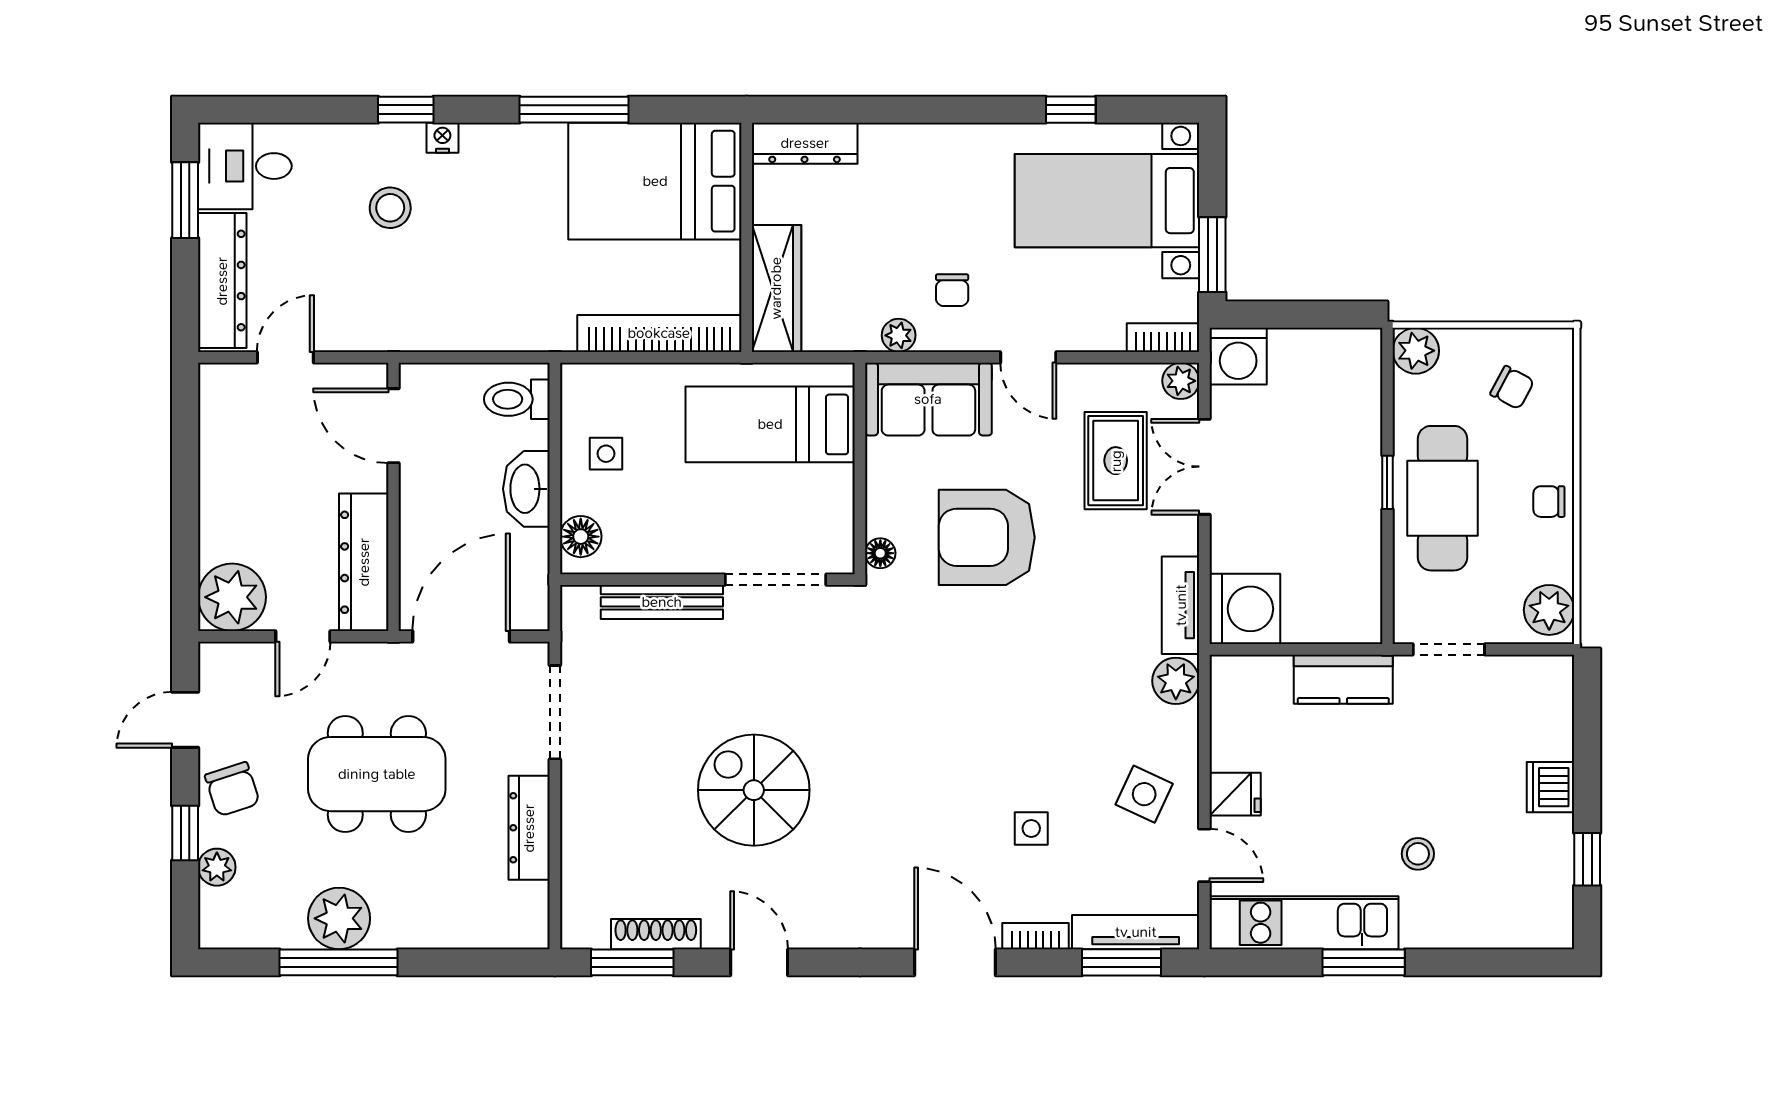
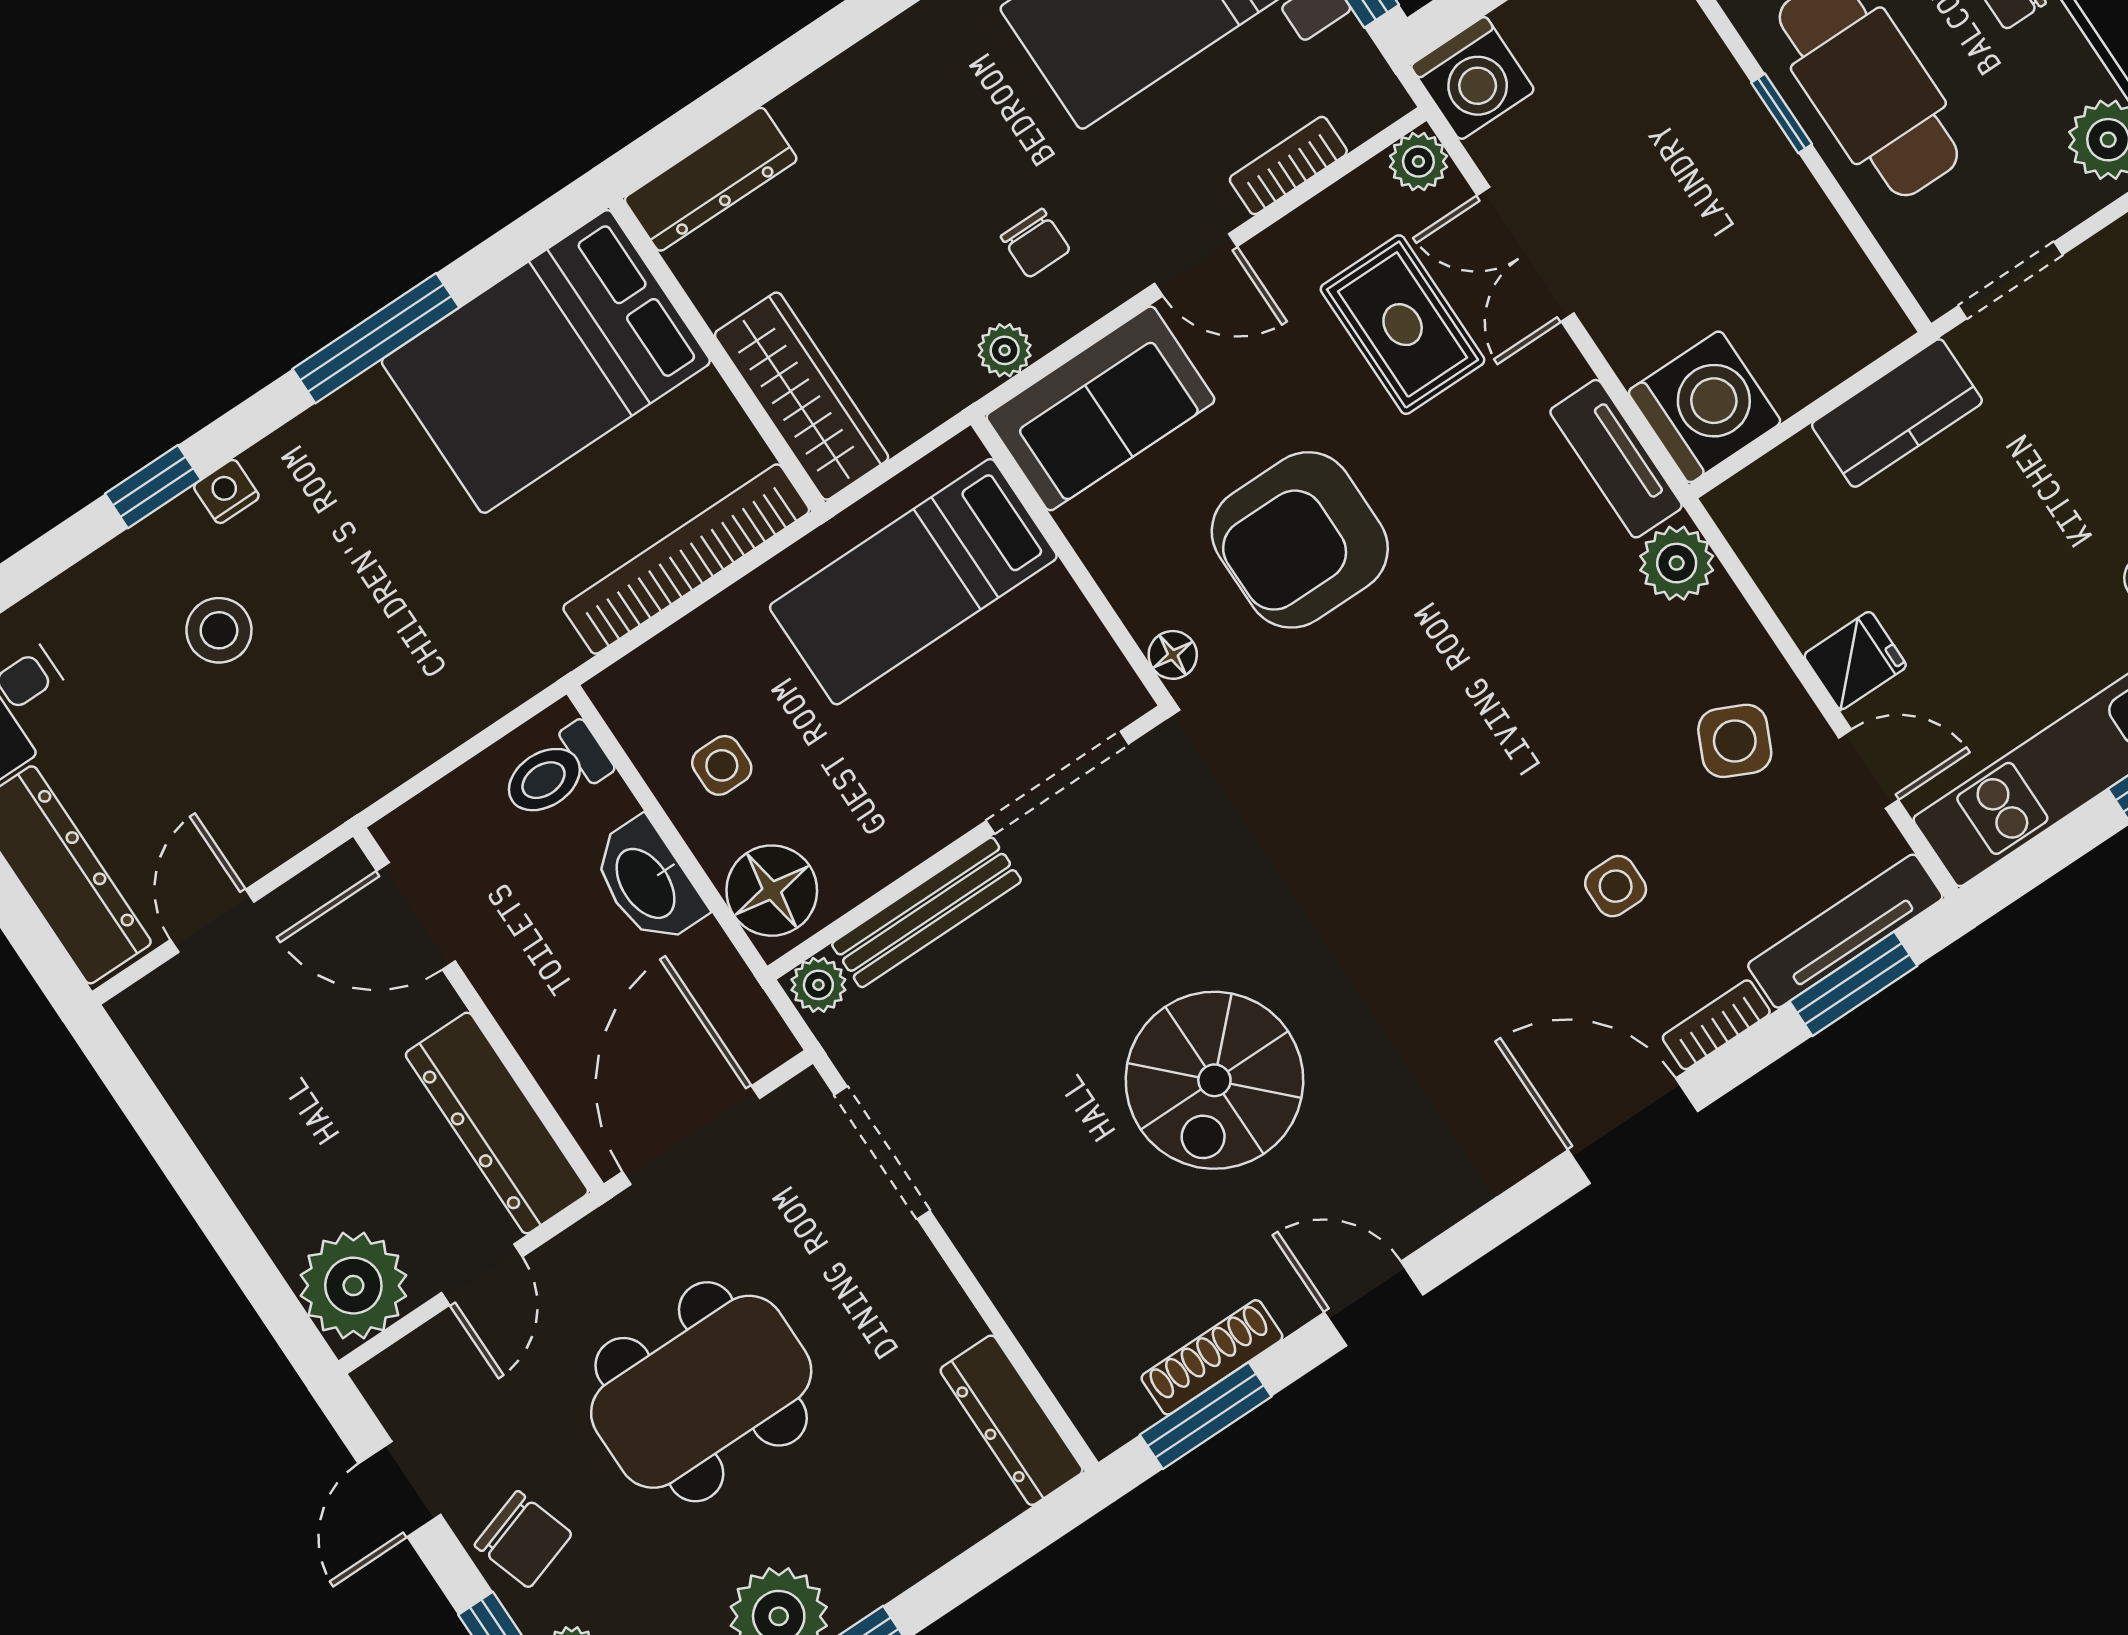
bookcase: (1163, 338) -> (1288, 165), moved
floor lamp: (581, 537) -> (772, 891), width x1.38, depth x1.38
plant: (580, 602) -> (818, 985), added
spiral stairs: (754, 790) -> (1214, 1080), turned -90
dresser: (529, 828) -> (1012, 1420), moved

